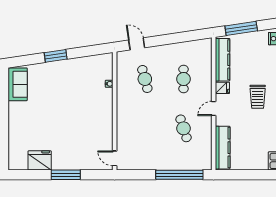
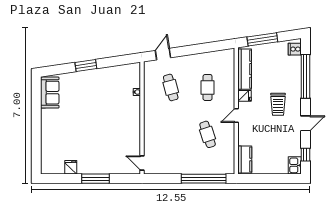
door: (137, 44) -> (163, 54), hinge flipped
kitchen counter: (223, 148) -> (245, 159), width x0.67
fridge: (40, 160) -> (71, 167), width x0.53, depth x0.75

